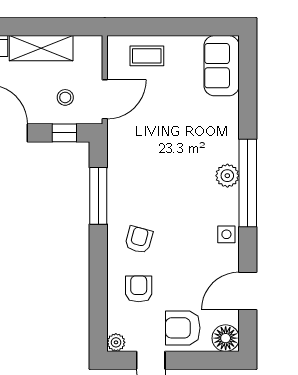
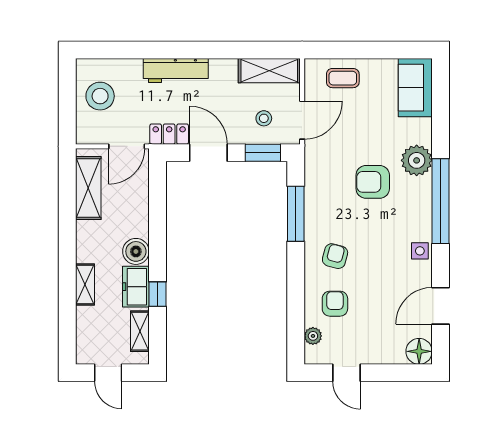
shelving: (41, 48) -> (269, 71), moved
window: (64, 133) -> (263, 153), width x1.50
plant: (227, 176) -> (417, 160), moved, width x1.36, depth x1.36
armchair: (183, 328) -> (373, 182), moved
plant: (116, 342) -> (313, 336), moved

